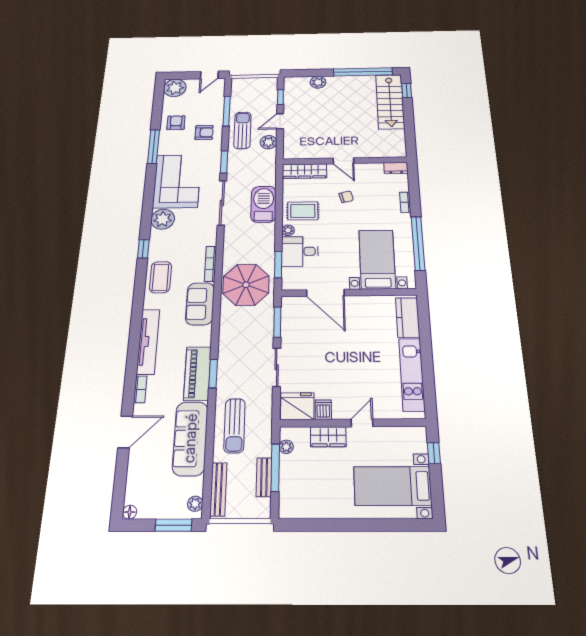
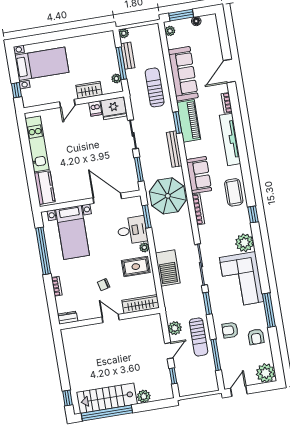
stairs: (390, 102) -> (107, 398), moved, turned -90
bench: (218, 489) -> (174, 149), moved
floor lamp: (130, 512) -> (196, 21), moved
plant: (264, 512) -> (124, 33), added

